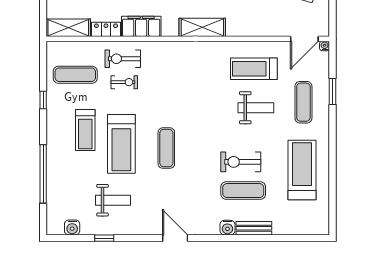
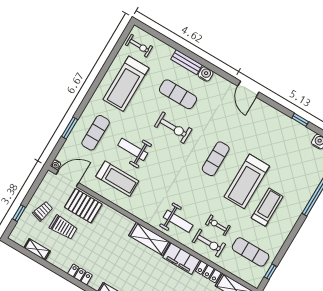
pallet: (272, 21) -> (83, 206), added
shelving: (202, 27) -> (150, 239), moved
window: (43, 100) -> (271, 272), moved
treadmill: (121, 144) -> (247, 181), turned 180
exercise bike: (241, 162) -> (173, 128), moved
weight bench: (113, 200) -> (178, 221), moved, turned 180
exercise bike: (312, 216) -> (139, 46), added

